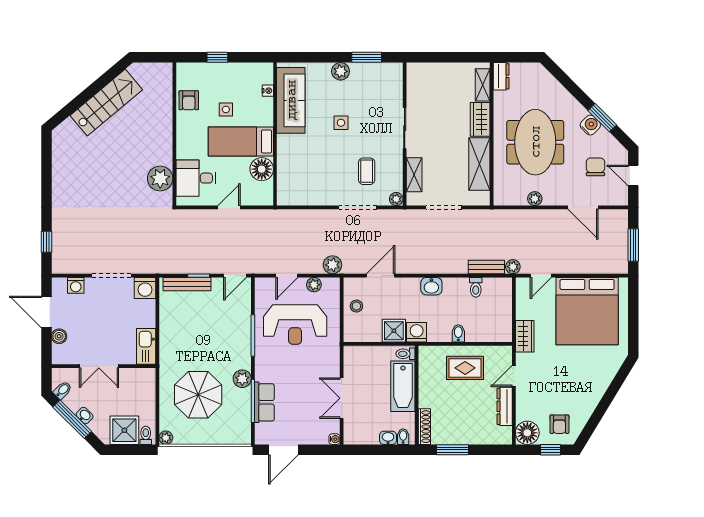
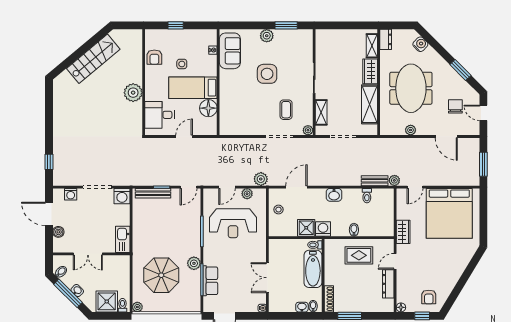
sofa: (291, 100) -> (230, 51), width x0.73
side table: (341, 123) -> (267, 74), width x1.87, depth x1.87
water cooler: (590, 125) -> (420, 44), moved
plant: (160, 179) -> (133, 93), moved
floor lamp: (527, 433) -> (401, 307), width x0.53, depth x0.53

